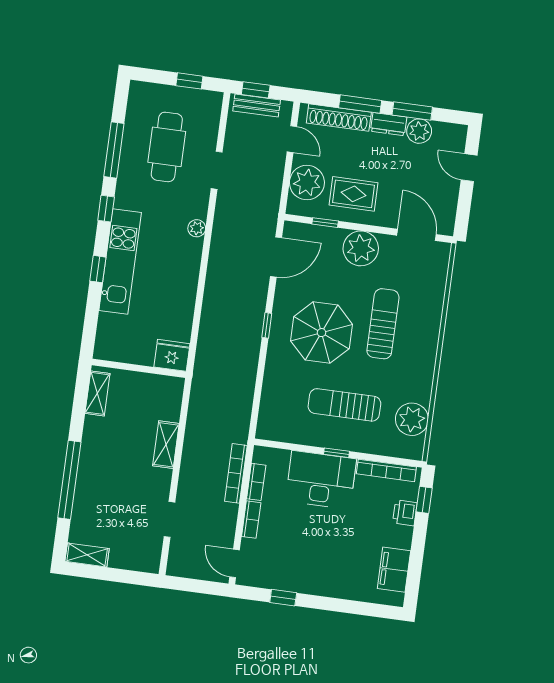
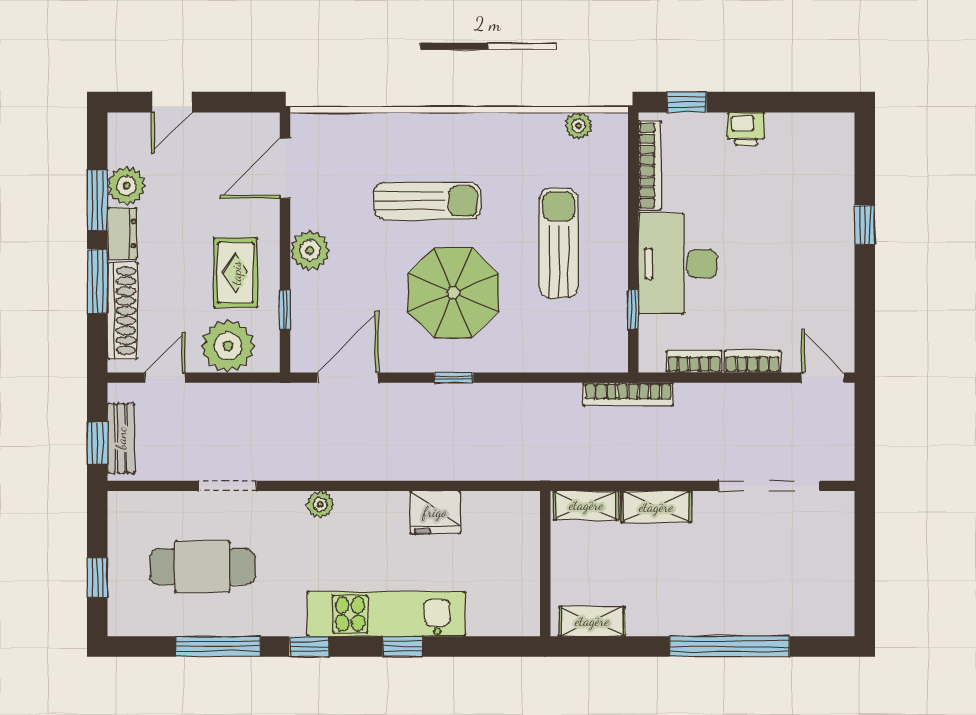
window: (189, 81) -> (97, 578), moved
plant: (361, 248) -> (310, 250), width x0.73, depth x0.73
door: (276, 257) -> (348, 378), hinge flipped
sun lounger: (383, 324) -> (427, 201), turned 180
fridge: (172, 355) -> (435, 512), moved, turned -90
sun lounger: (344, 405) -> (559, 243), turned 180
plant: (412, 419) -> (578, 126), width x0.53, depth x0.53
window: (337, 453) -> (633, 309), moved
bookcase: (236, 473) -> (628, 394), moved
printer: (405, 513) -> (746, 129), moved
doorway: (169, 519) -> (769, 486), width x1.88
shelving: (87, 555) -> (586, 505), moved, turned 90
door: (235, 563) -> (823, 378), swing flipped
filing cabinet: (394, 570) -> (799, 134), removed
window: (283, 598) -> (865, 225), moved

